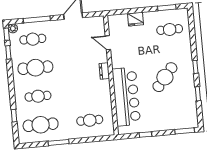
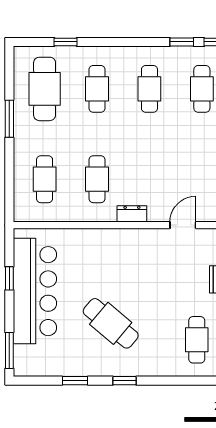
cafe table: (35, 68) -> (149, 89), width x0.73, depth x0.74
cafe table: (87, 92) -> (97, 179), added
bar counter: (126, 97) -> (35, 291), moved, turned -90

